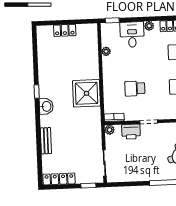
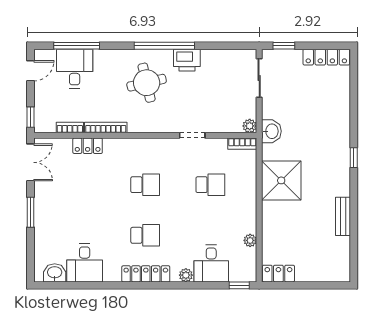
locker: (65, 30) -> (278, 274), moved
window: (37, 91) -> (354, 158), moved
washbasin: (46, 106) -> (271, 131), moved, turned 180
printer: (131, 132) -> (187, 60), moved, turned 180
bench: (46, 141) -> (343, 216), moved

